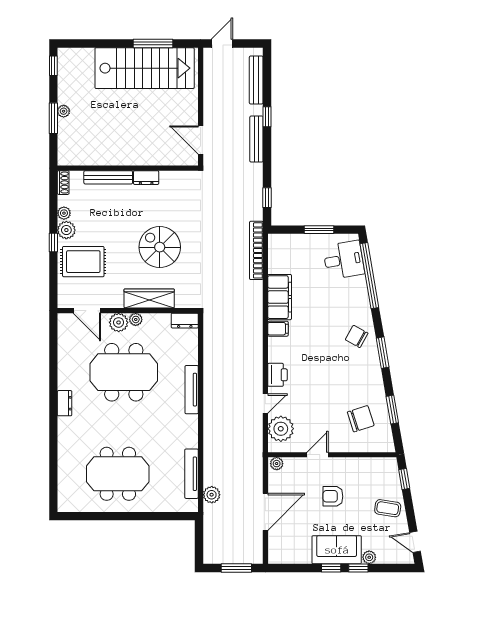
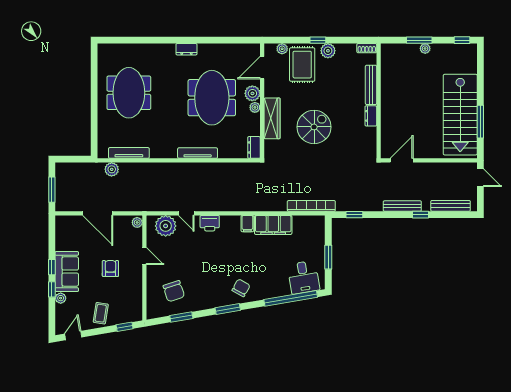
plant: (64, 213) -> (282, 49), moved

